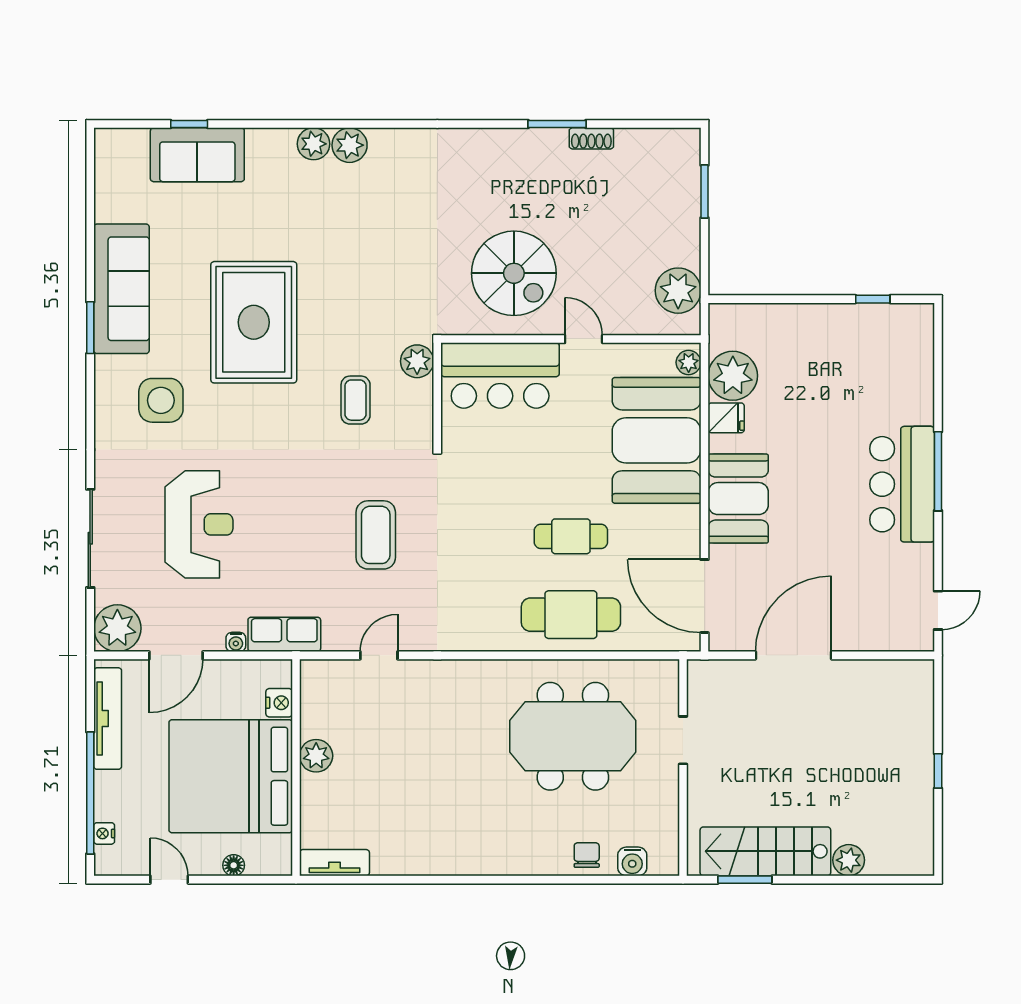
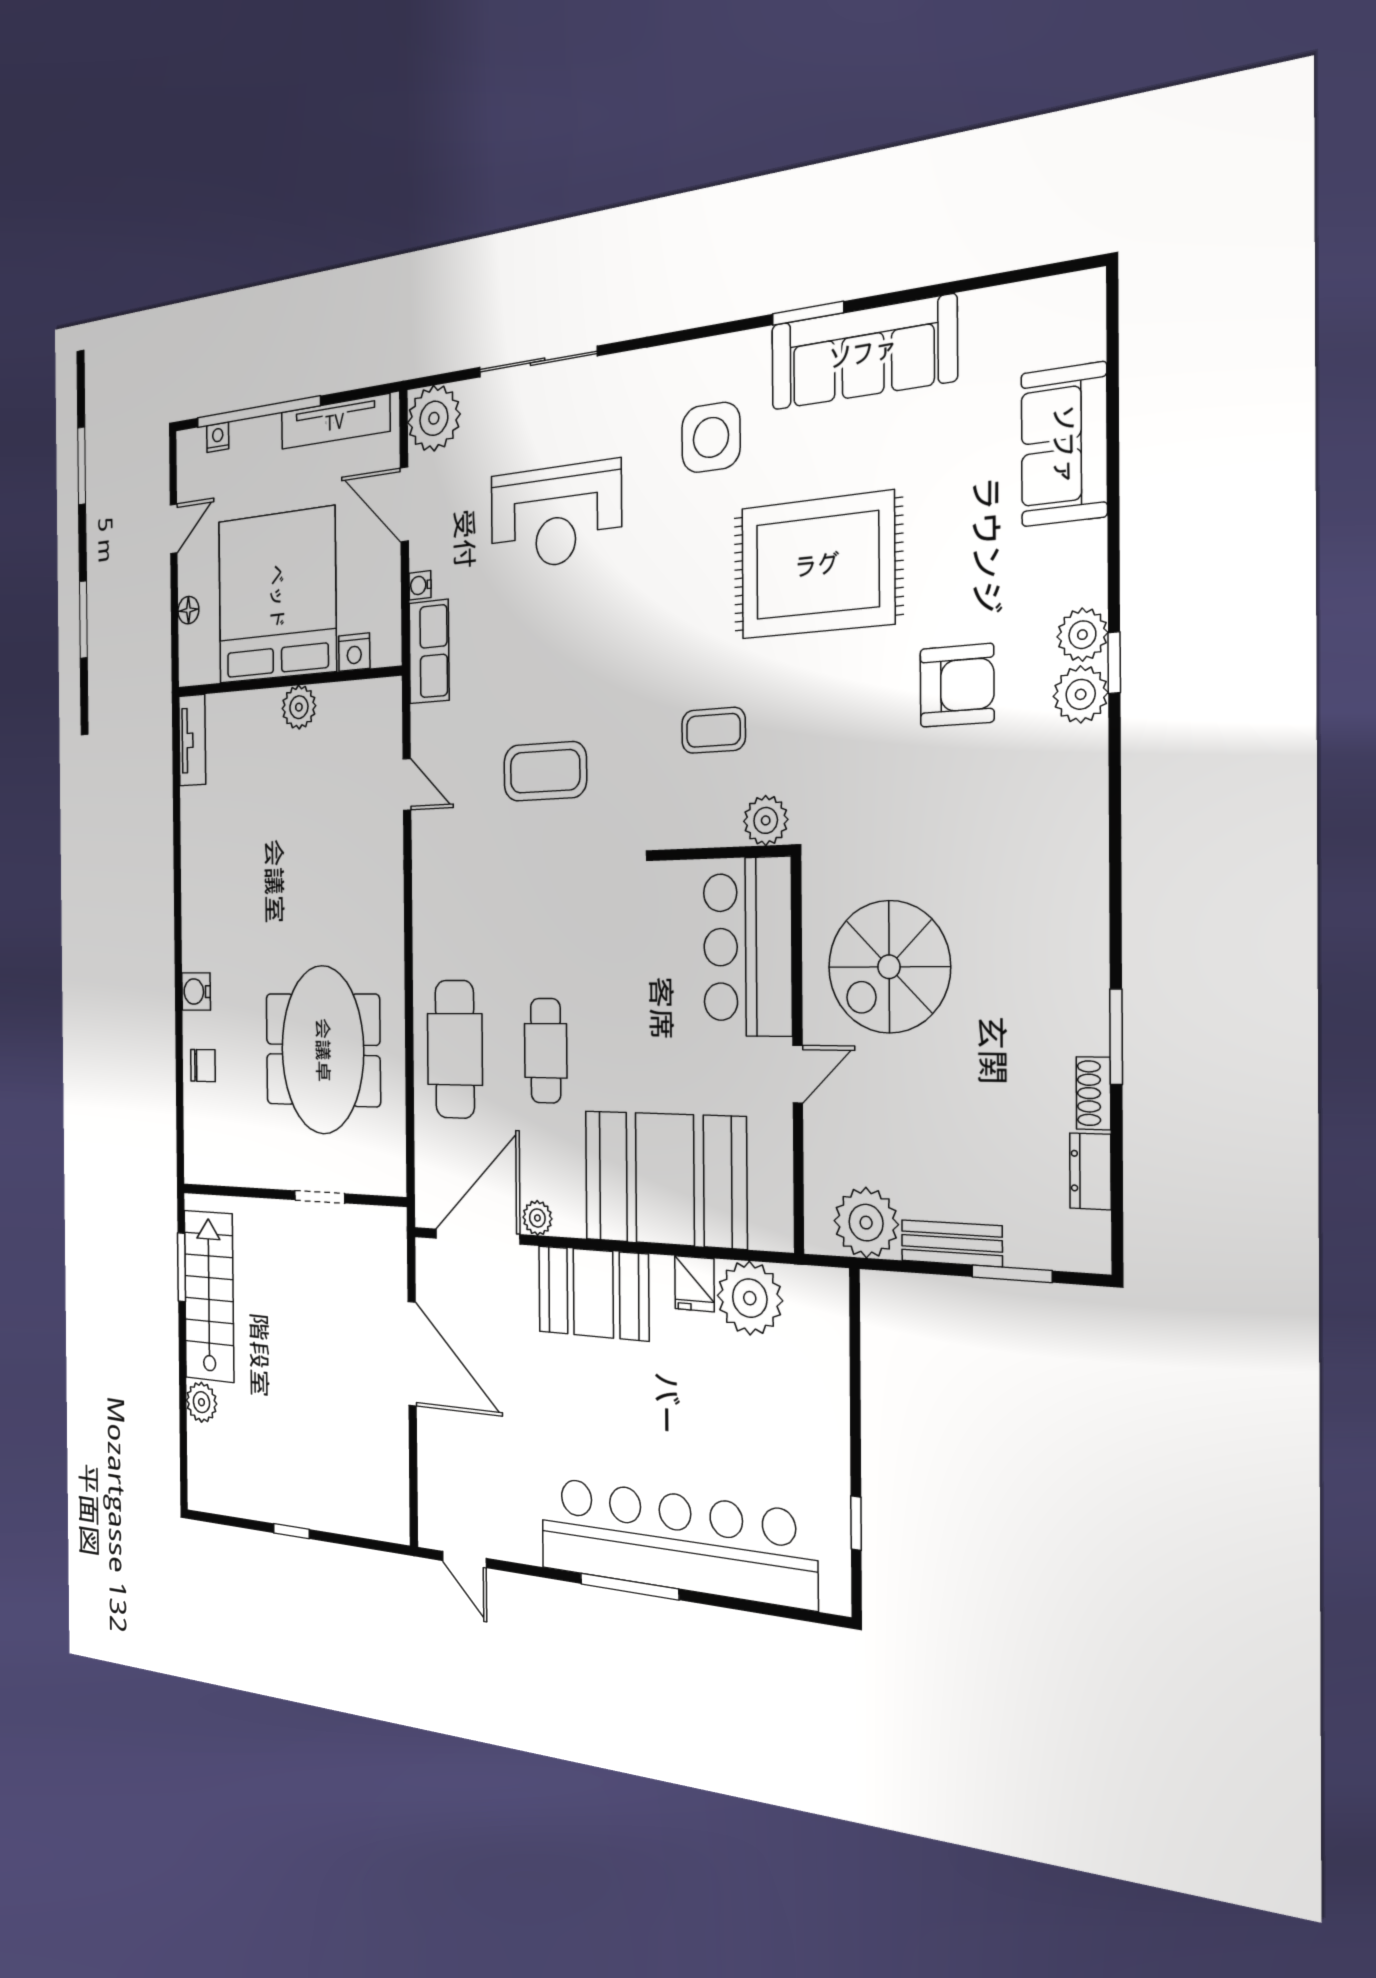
window: (189, 124) -> (1114, 663), moved
dresser: (639, 141) -> (1090, 1171), added
armchair: (338, 226) -> (957, 685), added
bench: (688, 232) -> (952, 1243), added
plant: (689, 362) -> (537, 1218), moved
bar counter: (902, 484) -> (675, 1541), width x1.86
water cooler: (632, 861) -> (196, 992), moved

